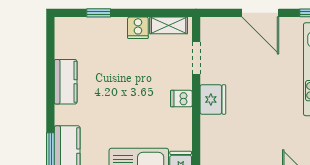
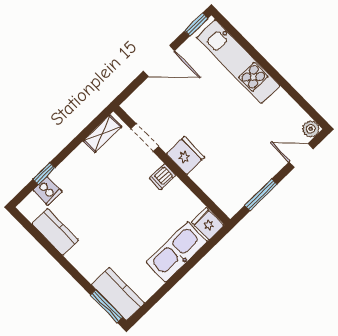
cooker: (138, 28) -> (47, 191), moved
kitchen counter: (66, 82) -> (55, 232), moved

